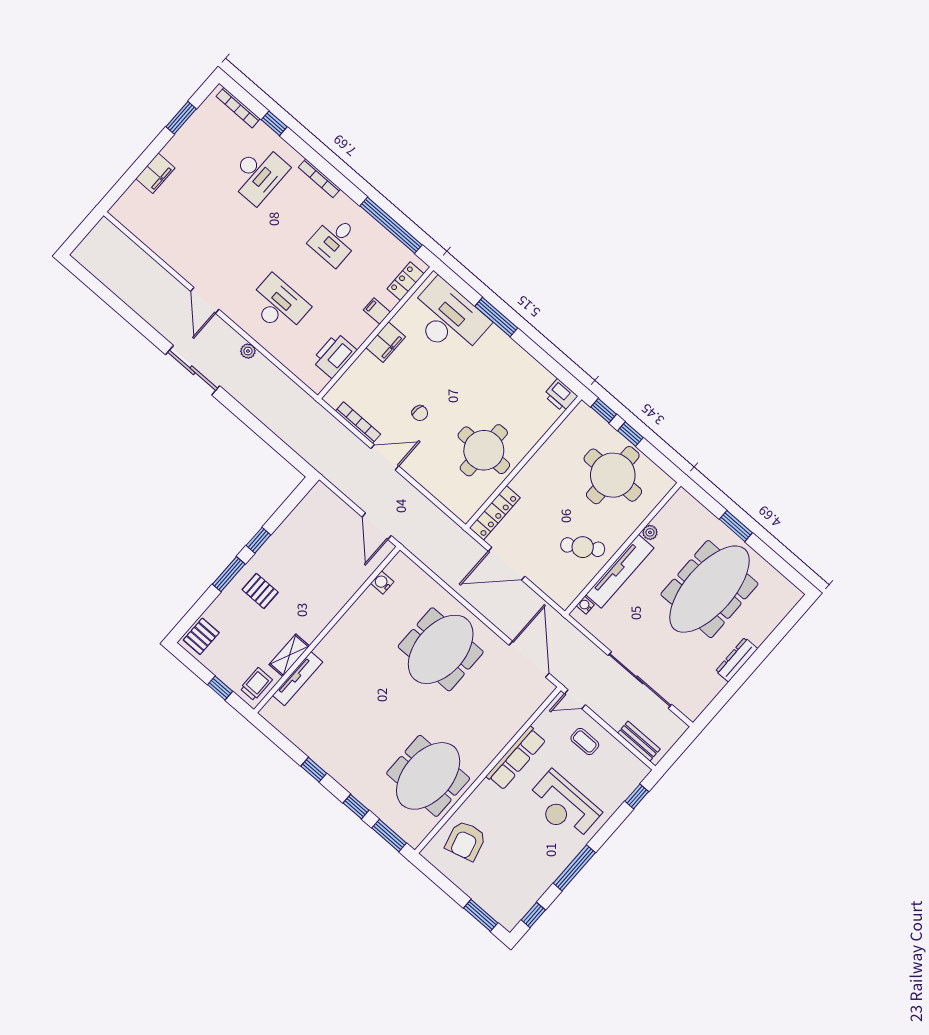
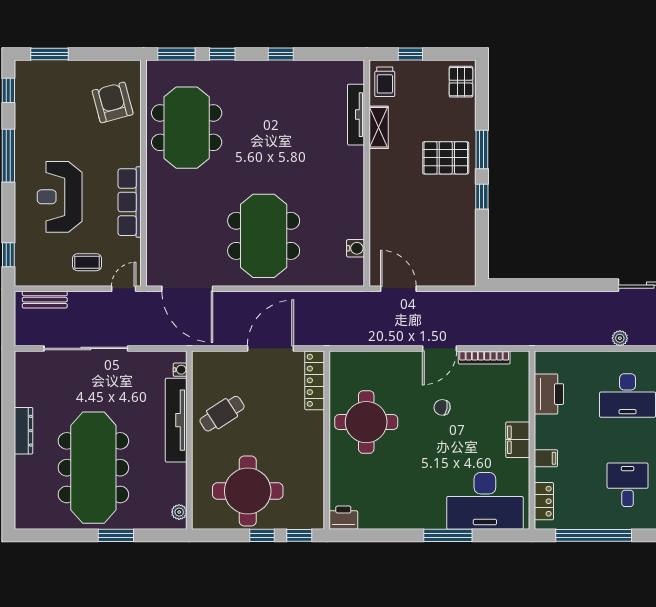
plant: (650, 532) -> (179, 512), moved
pallet: (260, 591) -> (446, 158), width x1.50, depth x1.42
reception desk: (563, 806) -> (60, 197), turned -90

